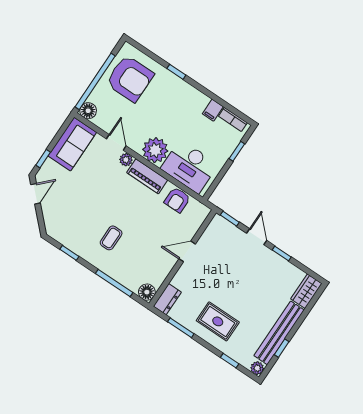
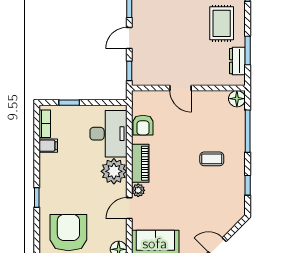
armchair: (177, 200) -> (143, 125), turned 90
dresser: (167, 299) -> (237, 61), moved, turned -90

